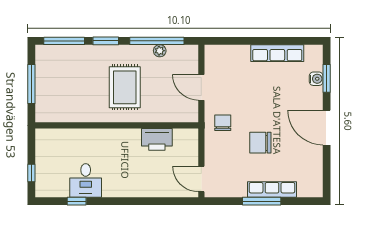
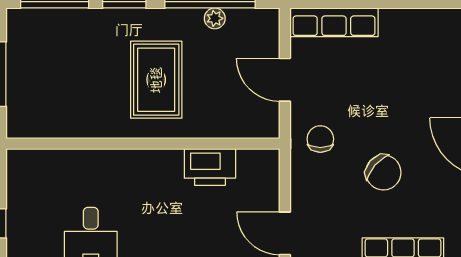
row of seats: (277, 53) -> (334, 22), moved
chair: (260, 143) -> (383, 172), turned -139

